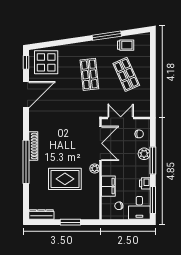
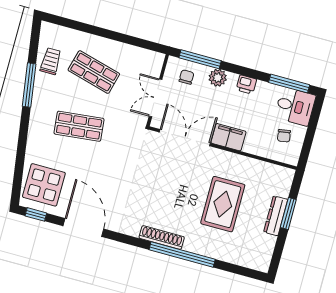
shop shelf: (126, 74) -> (94, 72), turned 39
window: (153, 160) -> (200, 59), moved
plant: (95, 169) -> (219, 156), removed
printer: (145, 183) -> (246, 84), moved
filing cabinet: (108, 186) -> (228, 137), moved
dresser: (41, 214) -> (276, 216), moved

